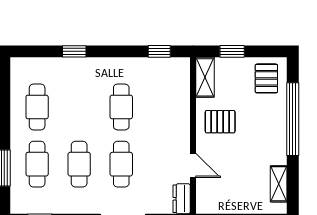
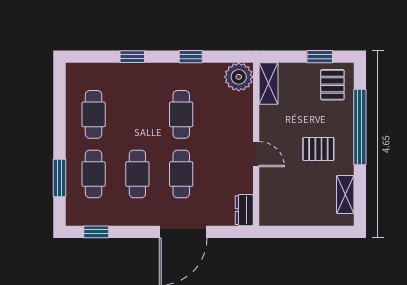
window: (159, 51) -> (191, 57), moved
window: (232, 51) -> (320, 57), moved
plant: (176, 71) -> (239, 77), added
pallet: (220, 122) -> (318, 149), moved
door: (193, 166) -> (256, 154), moved

